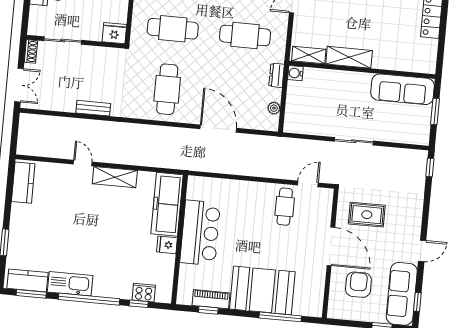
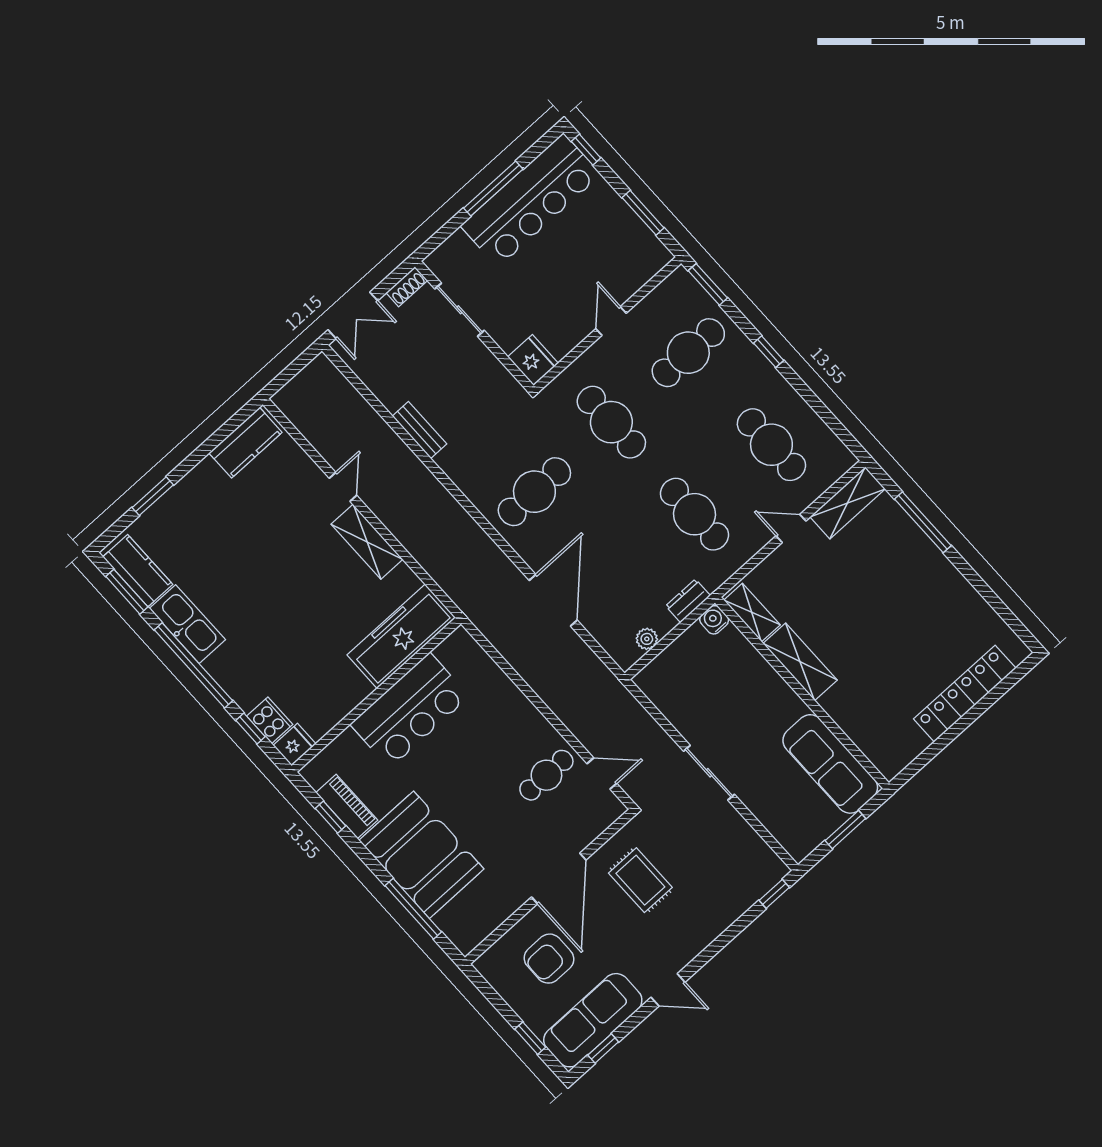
fridge: (167, 245) -> (295, 745), moved, turned 90
armchair: (358, 285) -> (549, 959), turned 180

